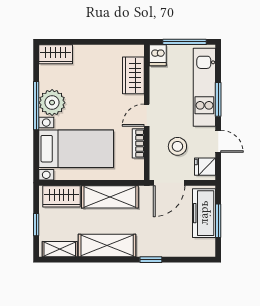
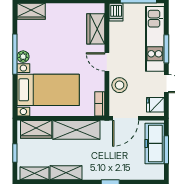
plant: (52, 103) -> (23, 57), width x0.53, depth x0.53
door: (147, 115) -> (107, 62), hinge flipped
bookcase: (138, 143) -> (100, 104), moved
stool: (177, 146) -> (120, 85), moved
shelving: (107, 245) -> (66, 173), width x0.67, depth x0.75

